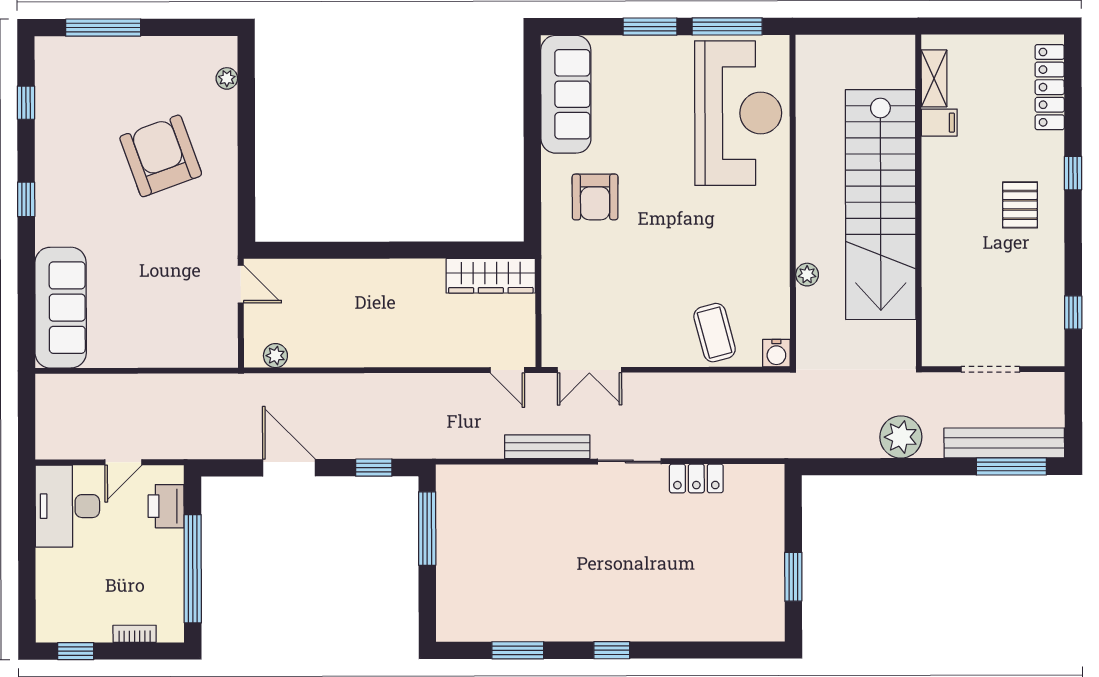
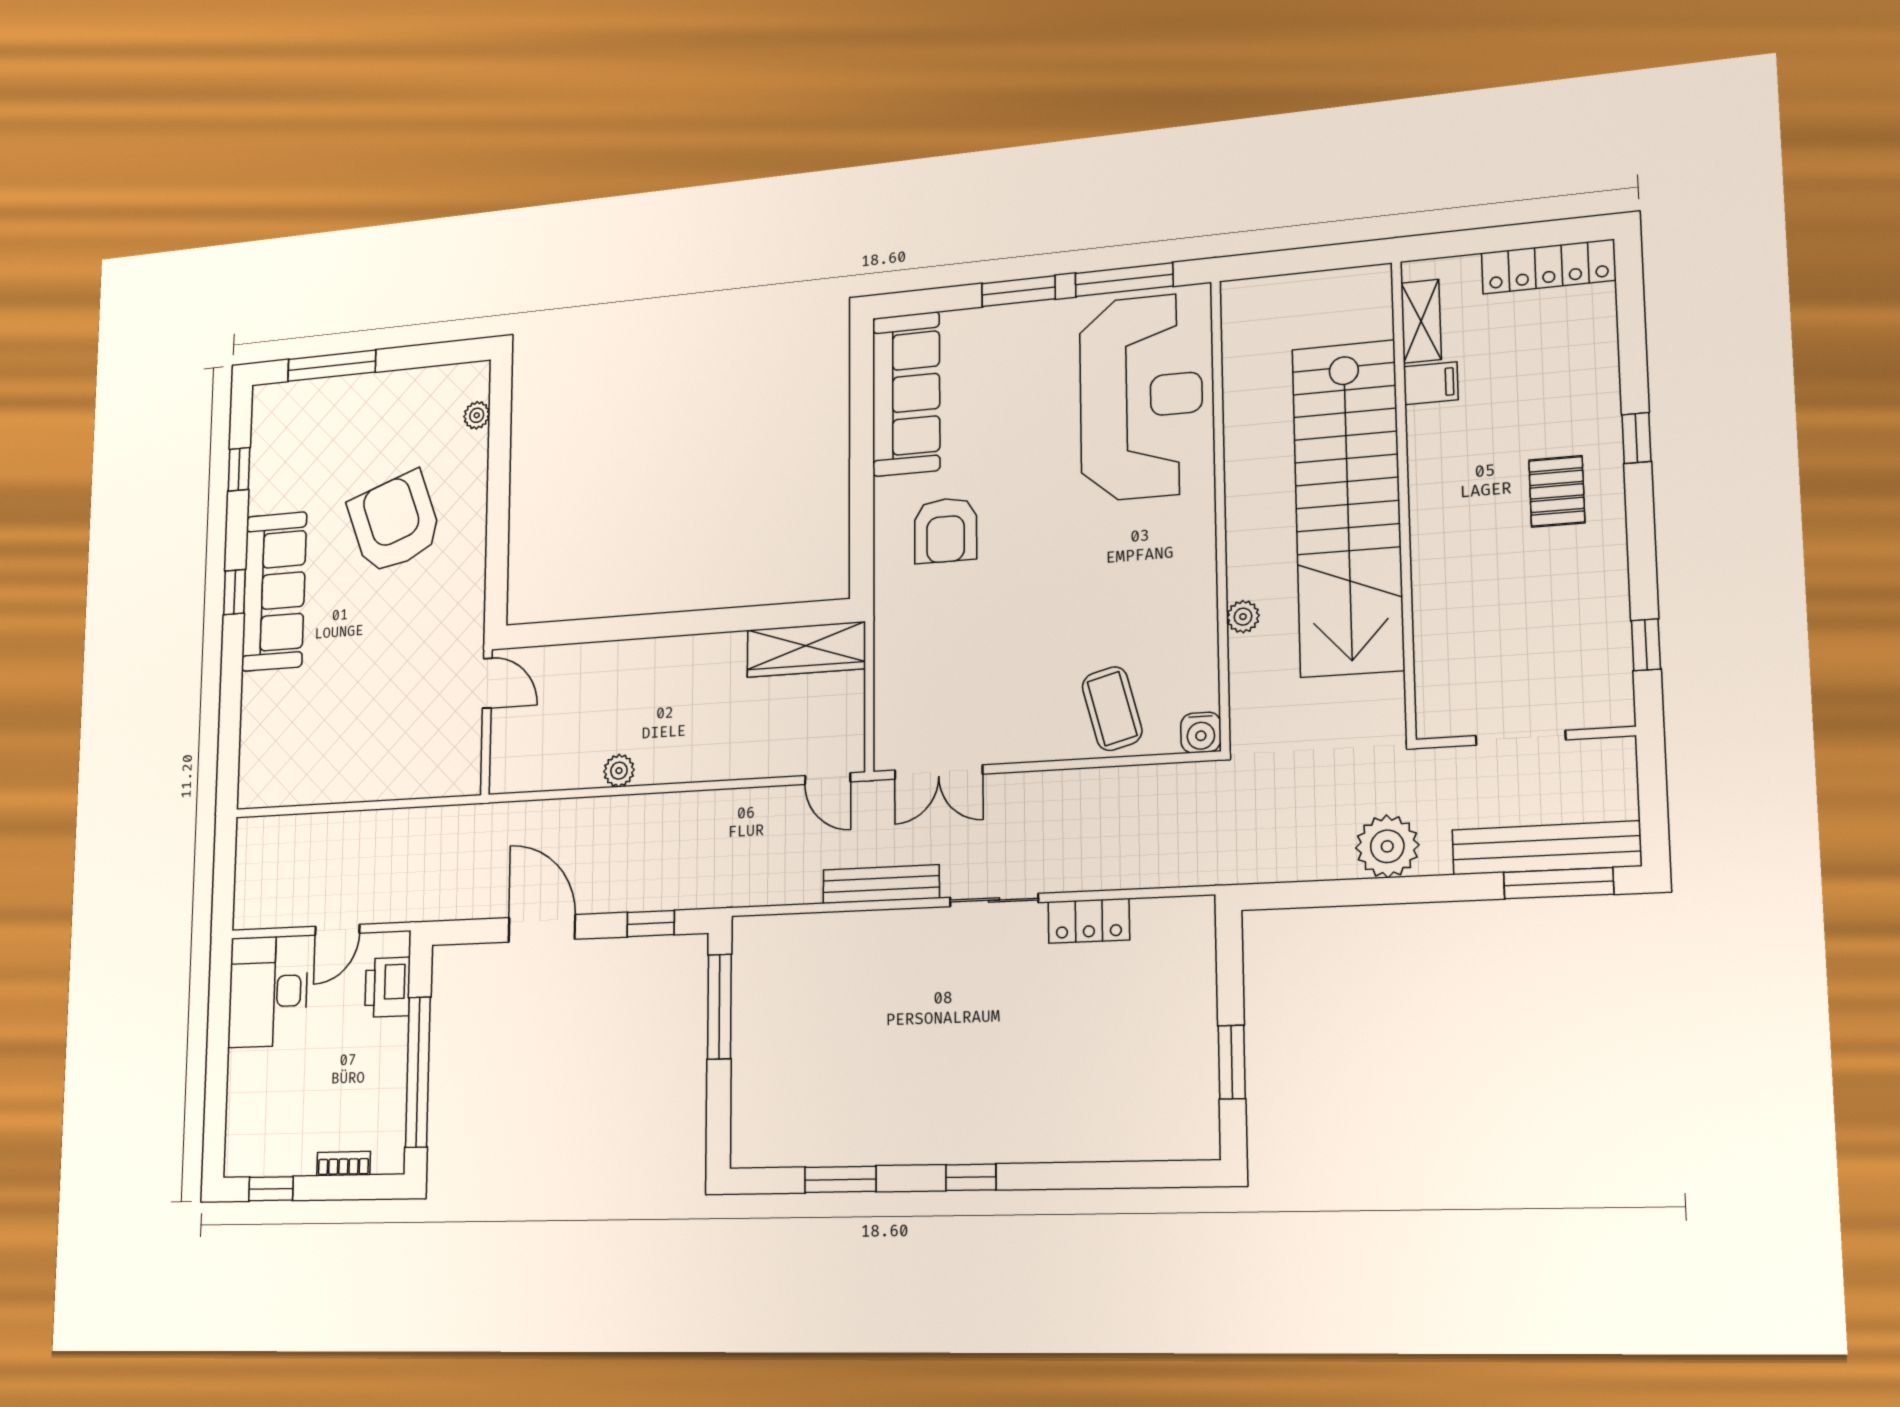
locker: (1050, 87) -> (1548, 267), moved, turned -90
sofa: (61, 308) -> (274, 591), moved
plant: (275, 356) -> (619, 771), moved

